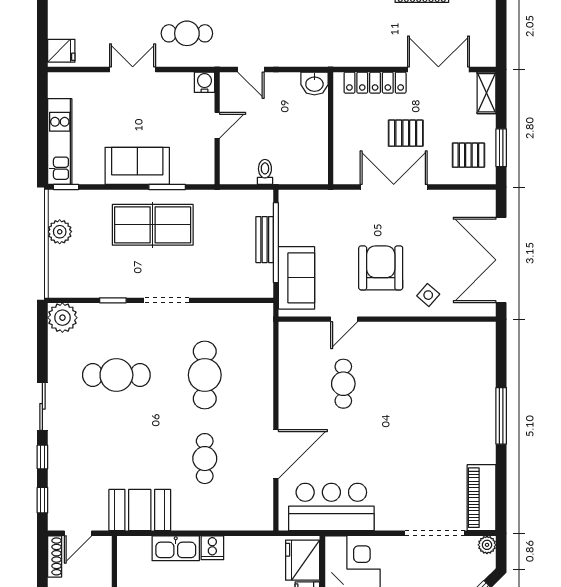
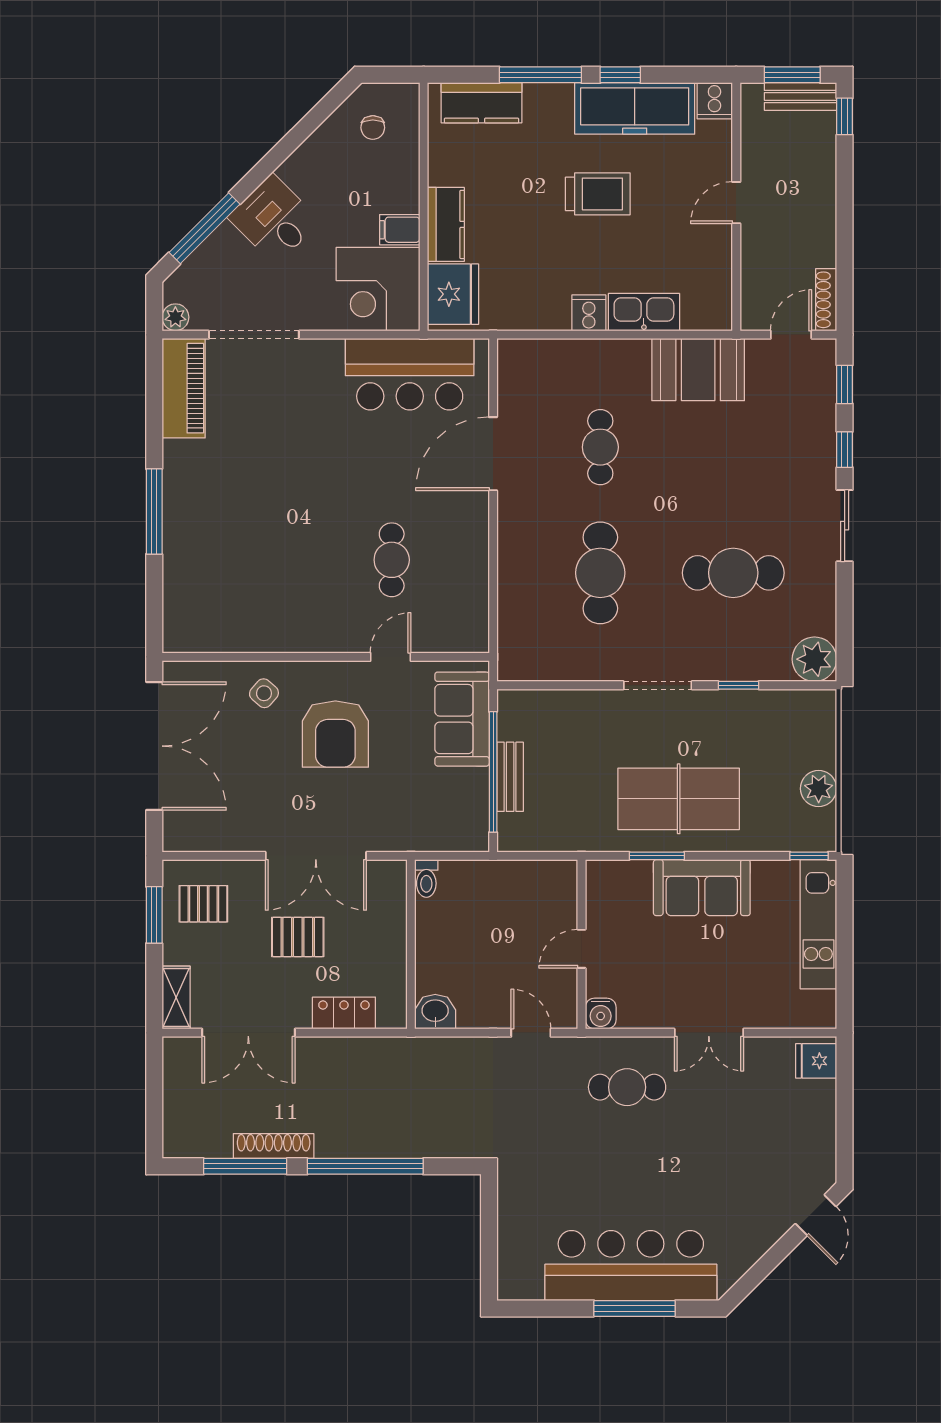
locker: (375, 83) -> (344, 1013), width x0.66
toilet: (265, 172) -> (426, 879), moved

